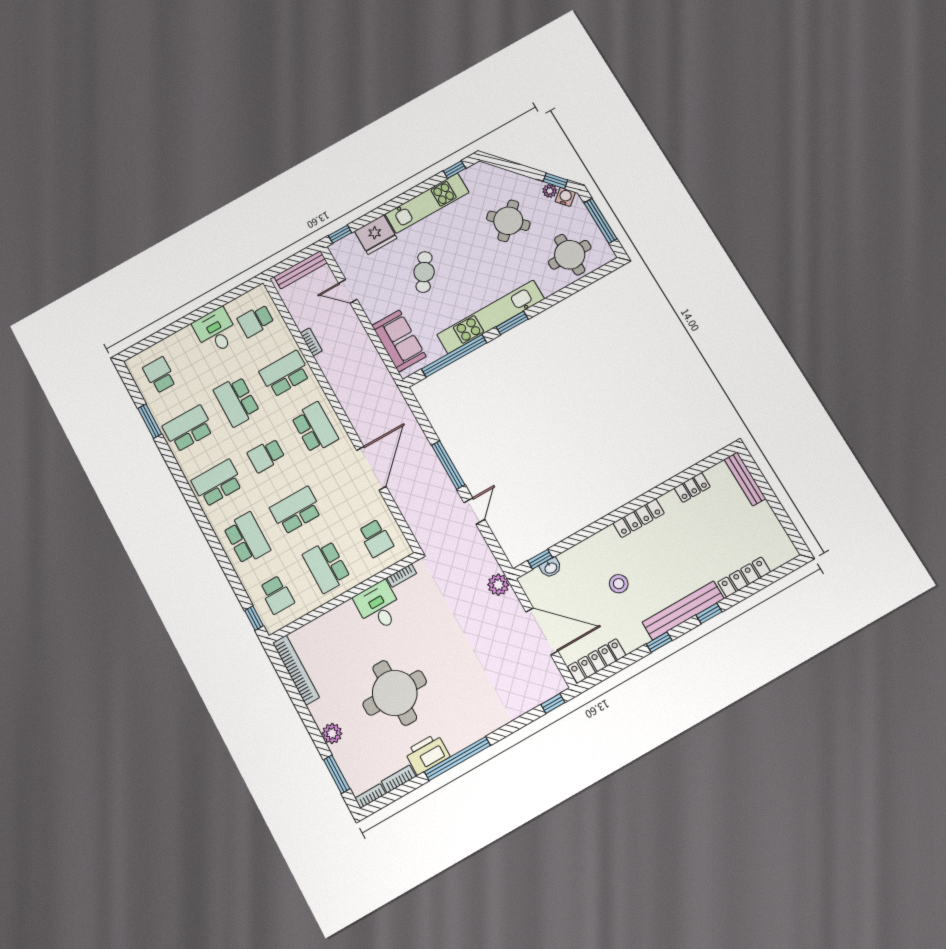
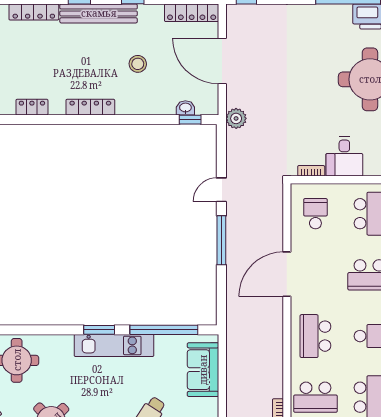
kitchen unit: (491, 317) -> (114, 345), width x0.73

